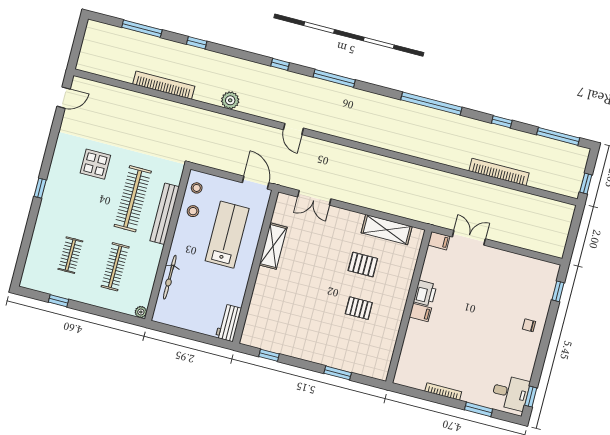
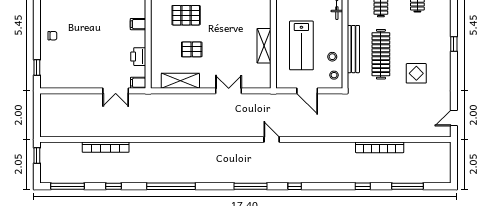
plant: (230, 100) -> (326, 149), removed
door: (256, 183) -> (307, 91), moved
double door: (314, 198) -> (229, 91), moved
printer: (425, 293) -> (138, 57), moved
pallet: (359, 308) -> (186, 15), width x1.50, depth x1.42

